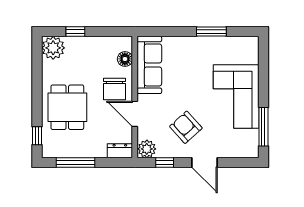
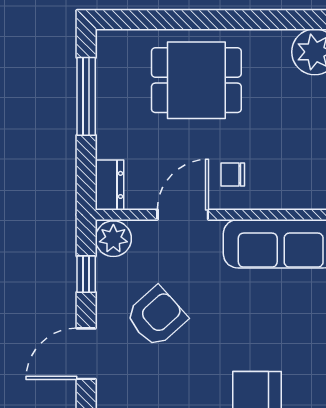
floor lamp: (125, 59) -> (293, 195), removed
chair: (115, 89) -> (233, 174), width x0.54, depth x0.54
window: (37, 136) -> (140, 20), removed

